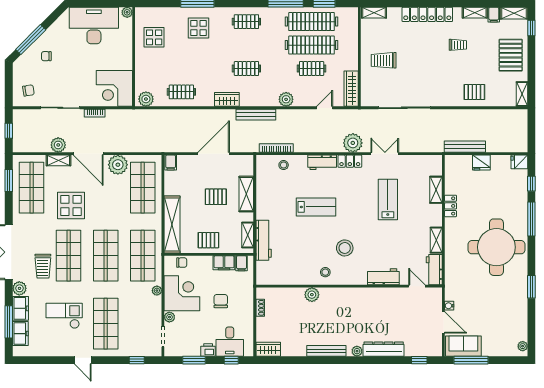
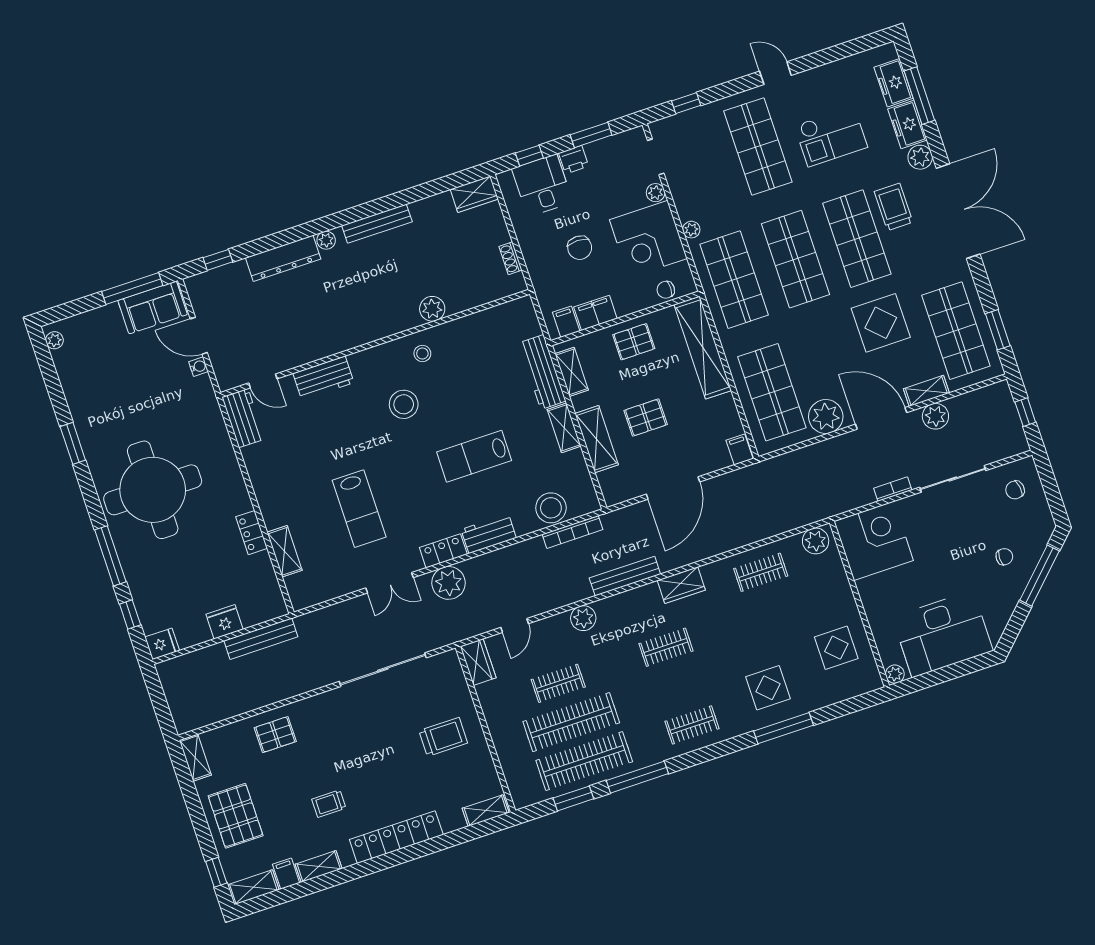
wardrobe: (351, 89) -> (478, 662), width x0.67
stool: (284, 165) -> (551, 508), width x1.89, depth x1.89
shelving: (436, 240) -> (564, 428), moved

